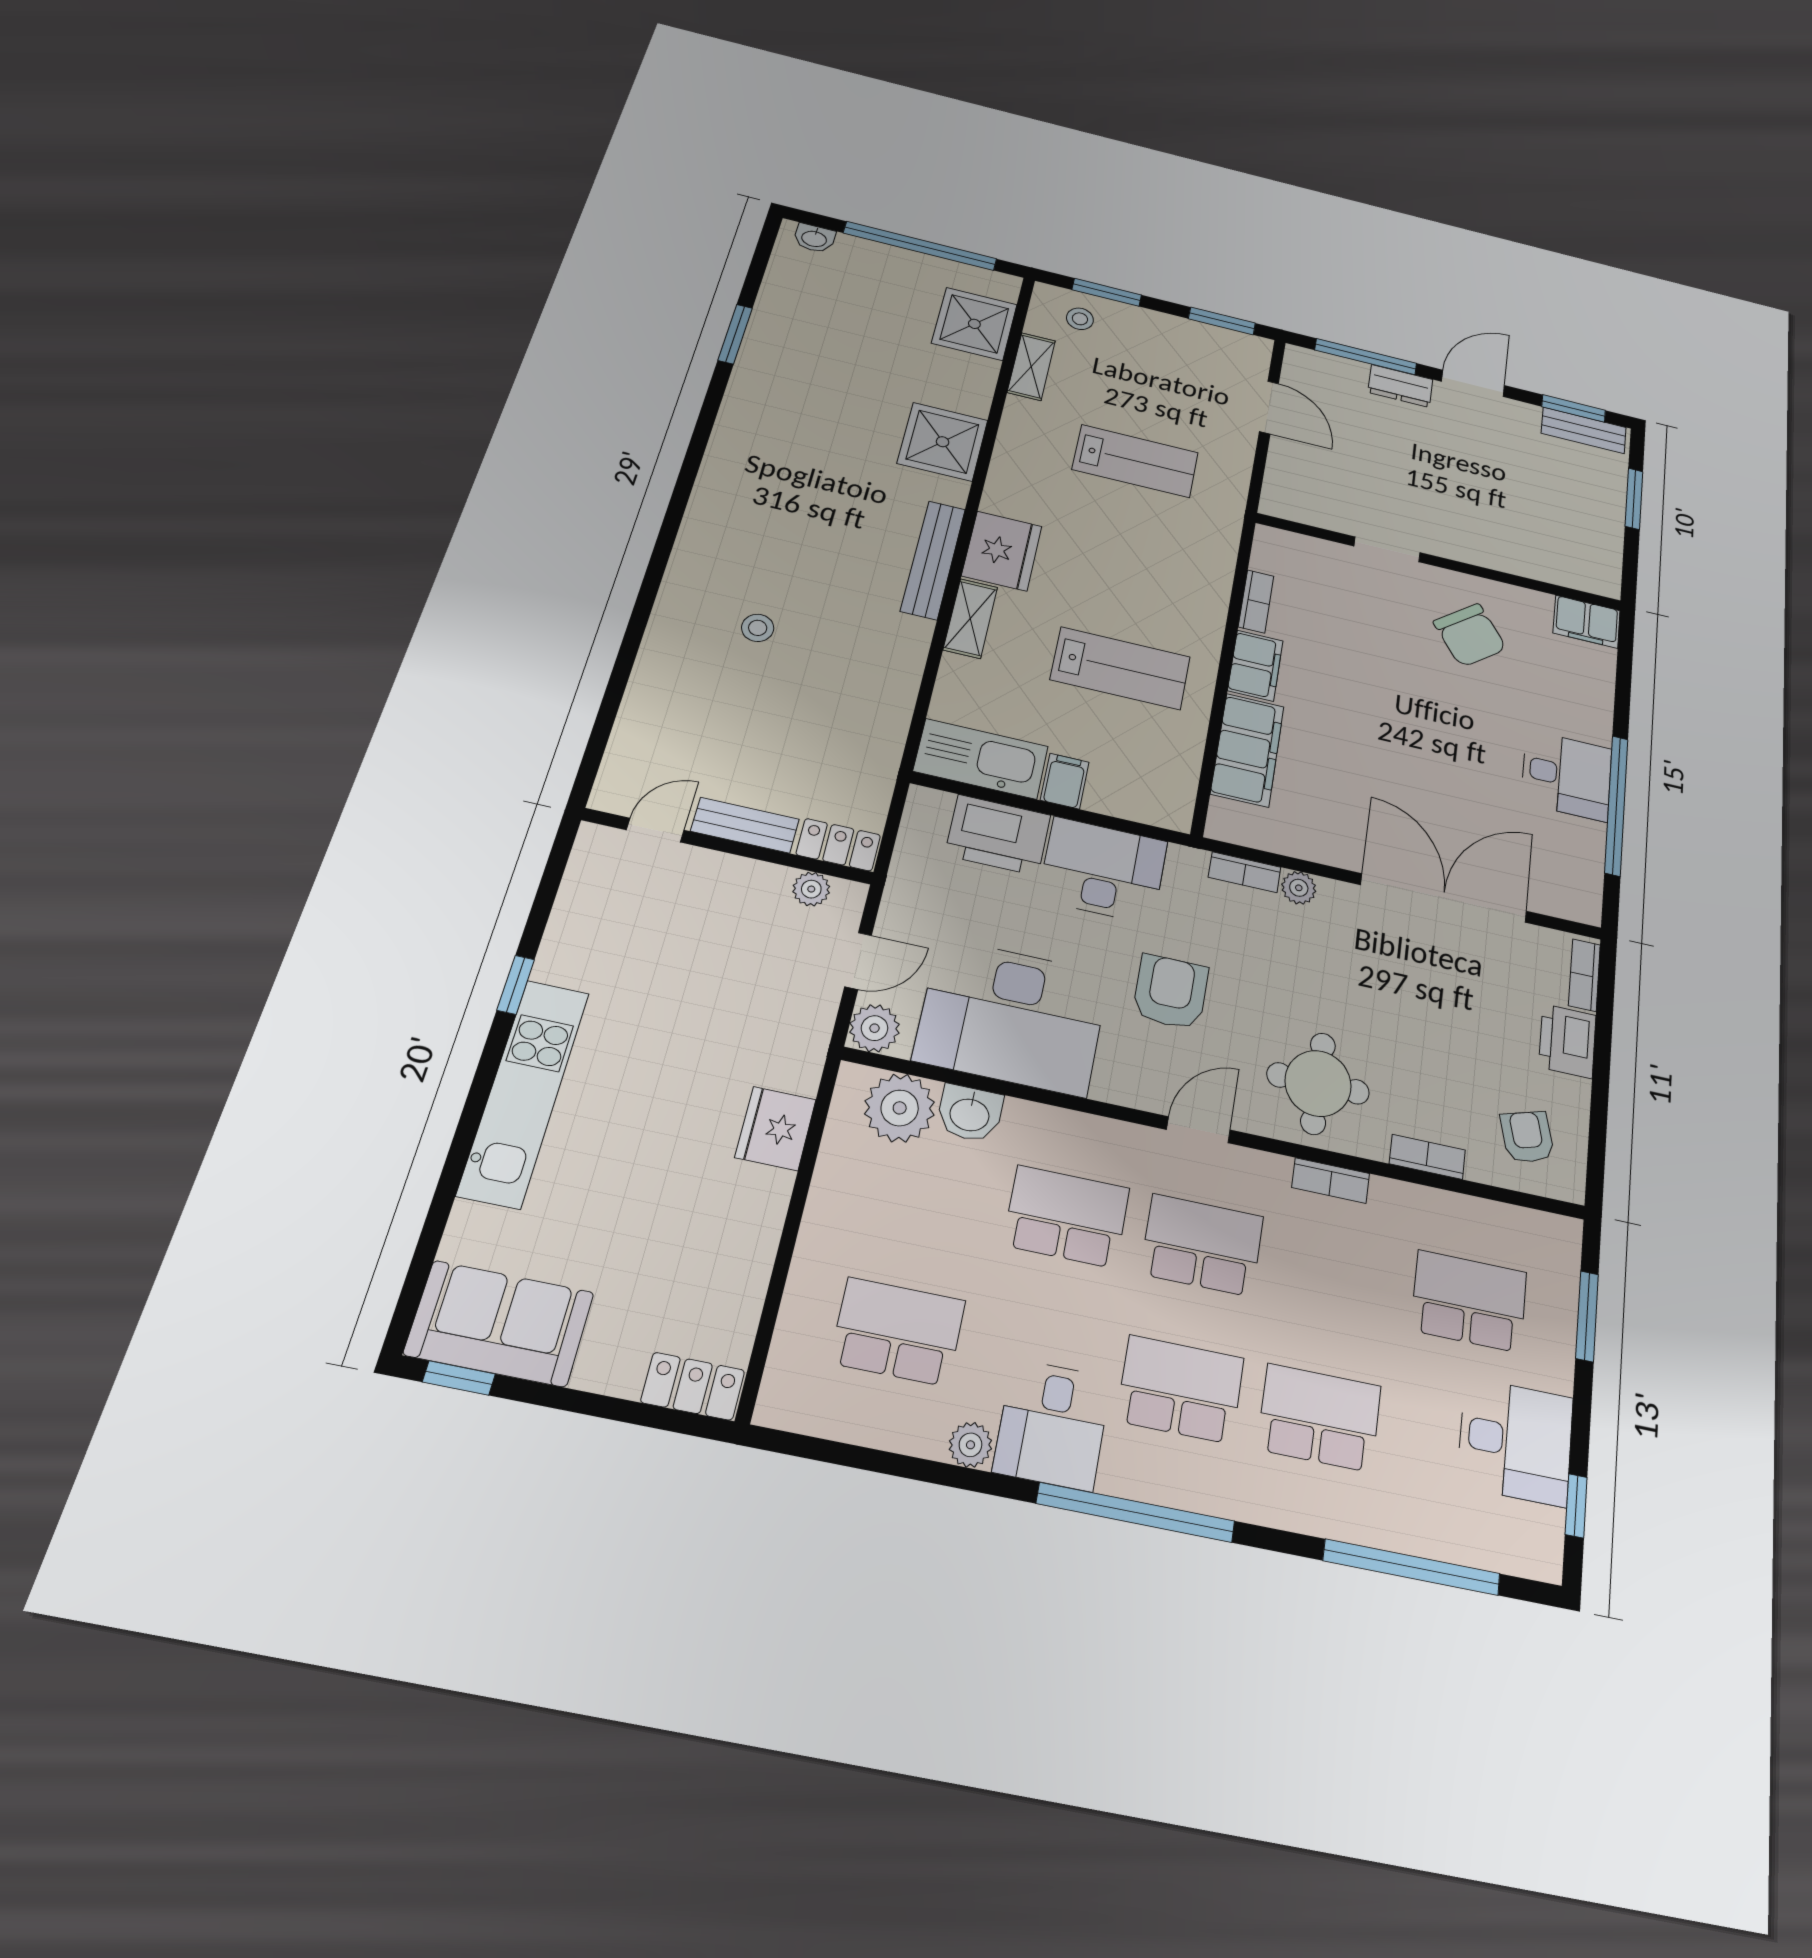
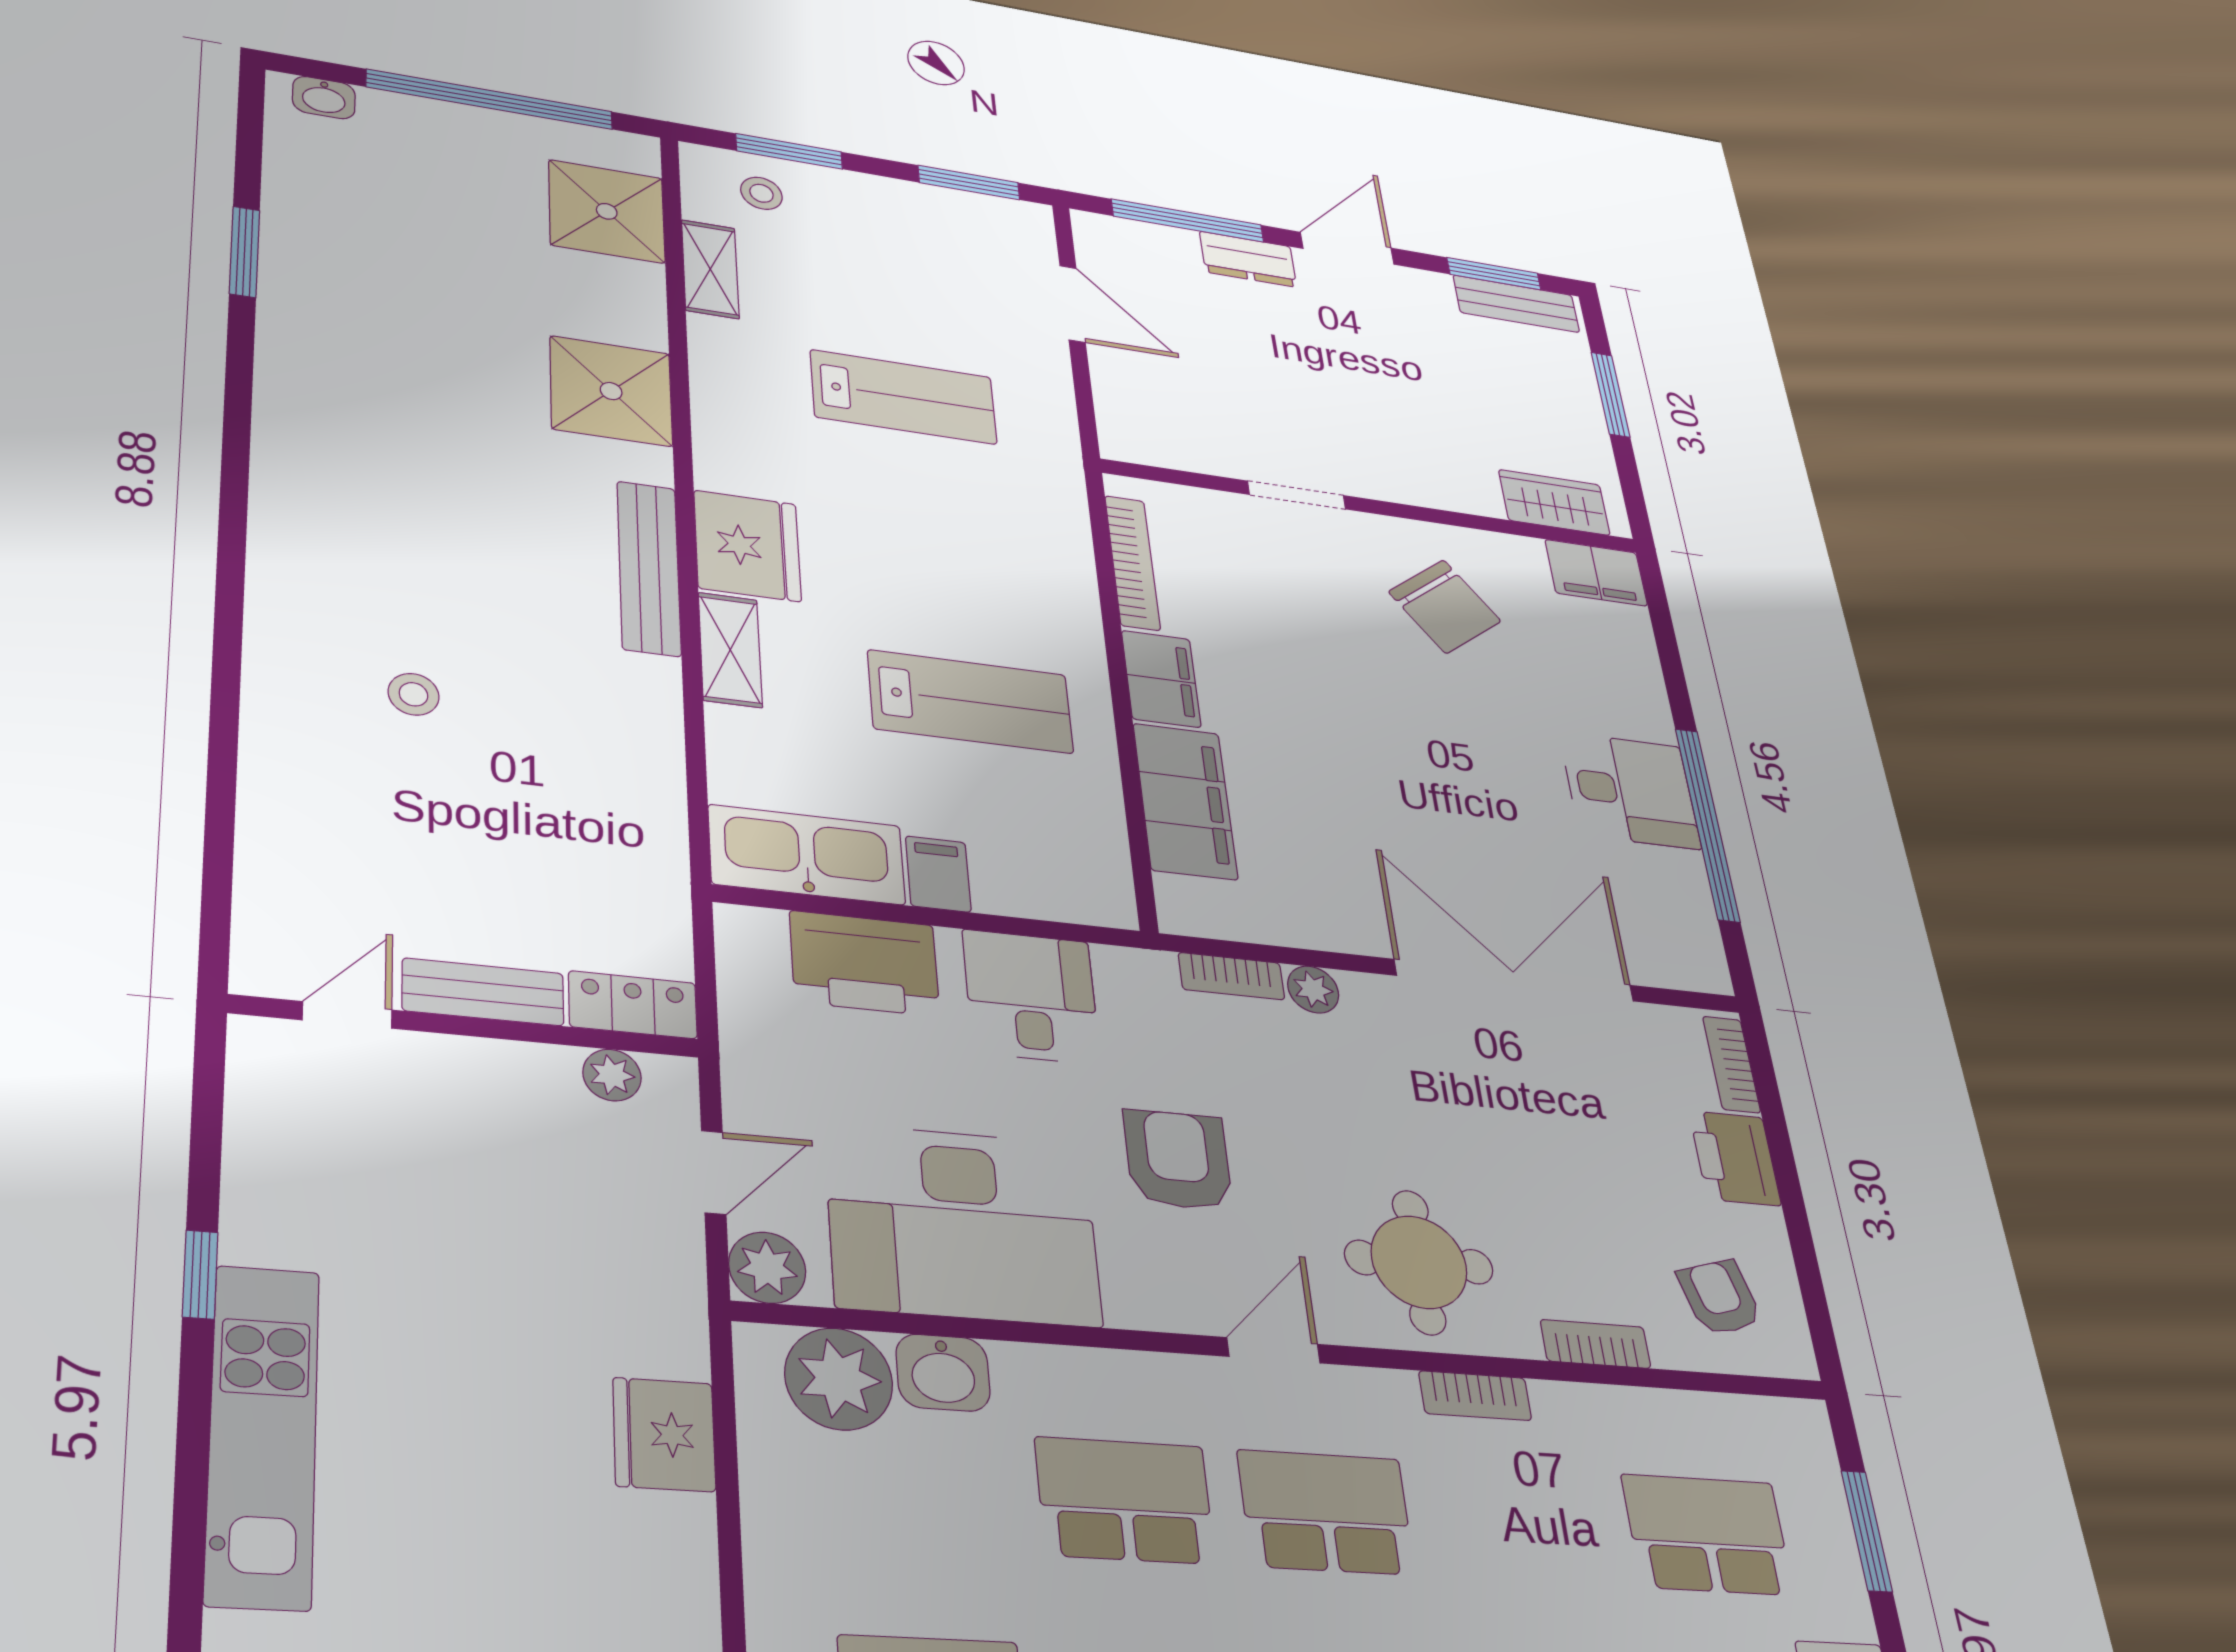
wardrobe: (1571, 570) -> (1554, 502), added
bookcase: (1256, 601) -> (1132, 563), width x1.56
desk: (1103, 870) -> (1031, 997), width x0.73

